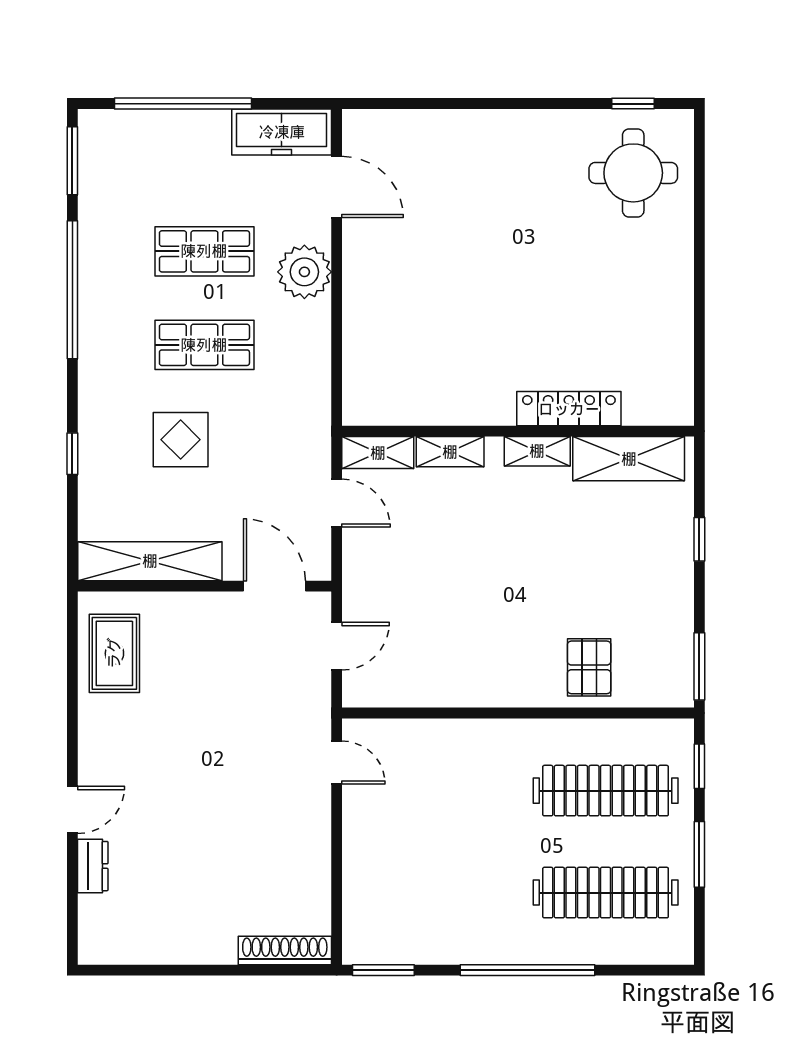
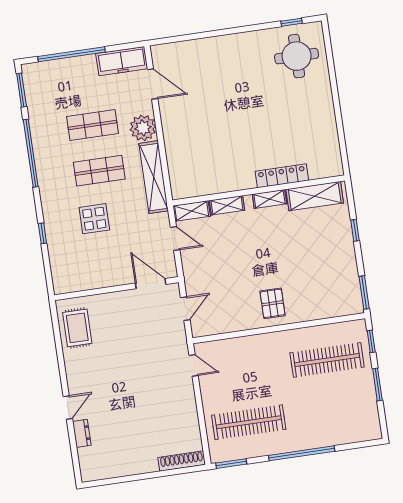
shelving: (150, 561) -> (154, 177), moved, turned 90
pallet: (589, 667) -> (273, 303), moved
clothes rail: (606, 893) -> (249, 422), moved

